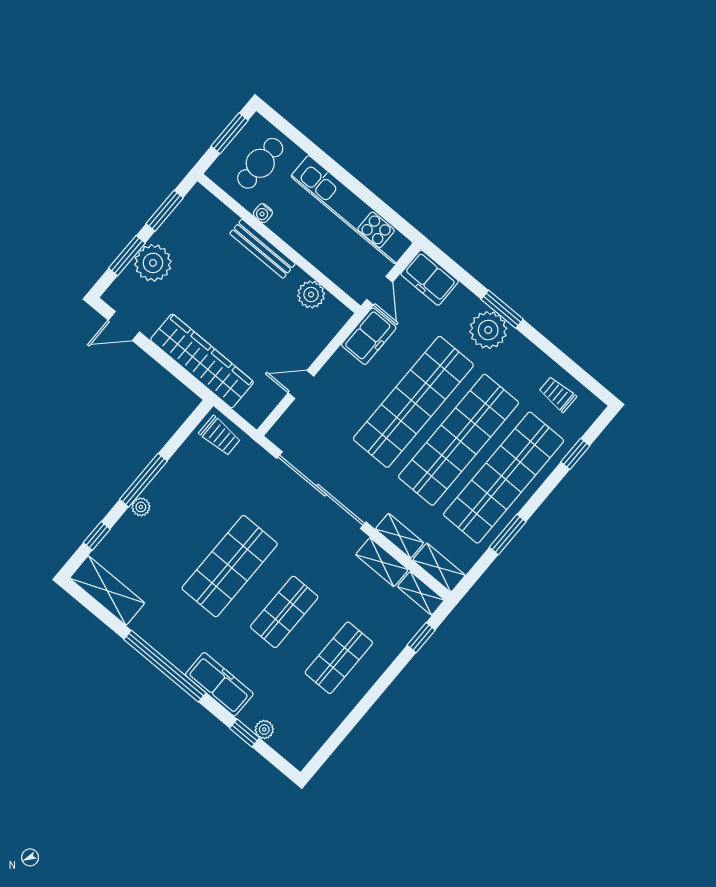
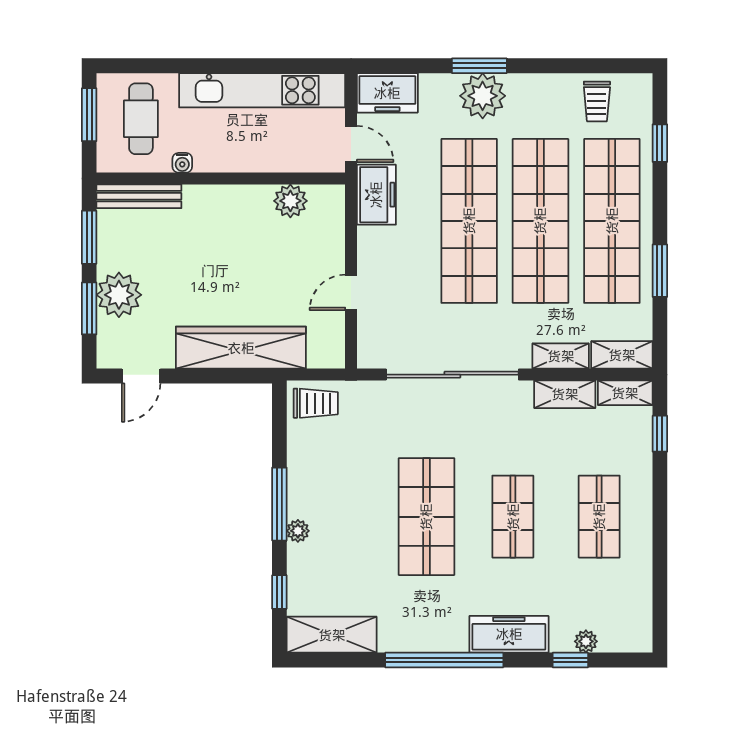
bench: (262, 249) -> (139, 196), moved
trolley: (558, 394) -> (597, 101), turned -90

